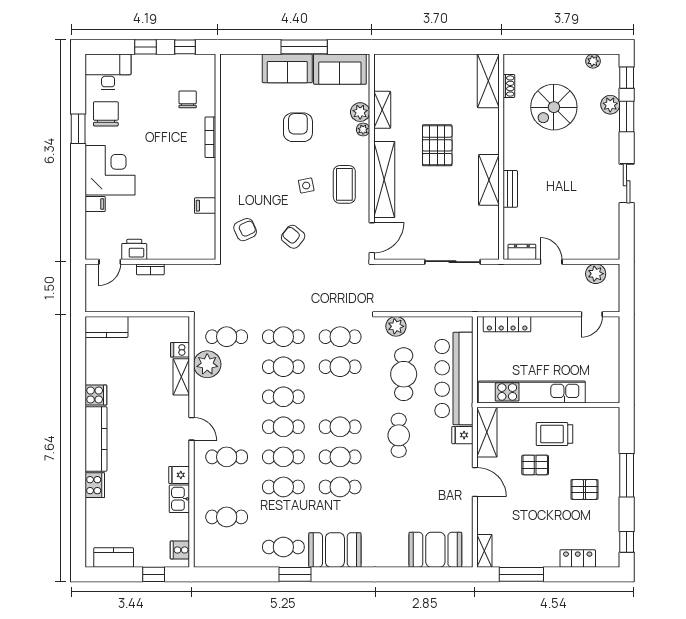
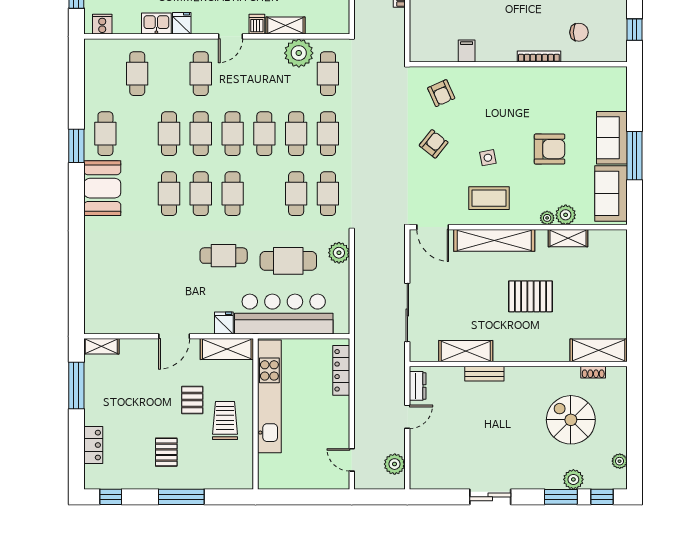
shelving: (489, 180) -> (466, 351), moved
dishwasher: (180, 350) -> (257, 24), moved
booth: (435, 550) -> (103, 294), removed

